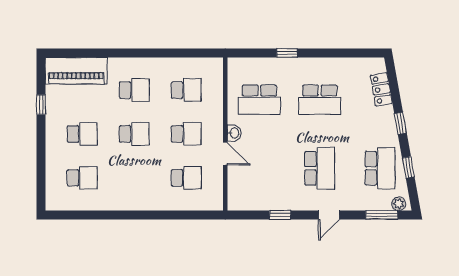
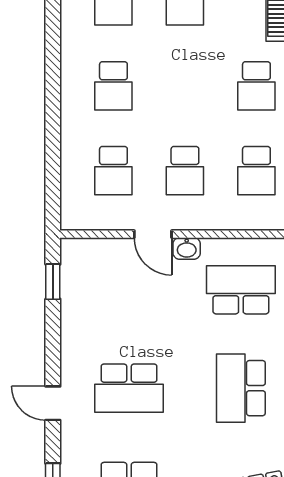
school desk: (259, 100) -> (241, 290), turned 90
school desk: (134, 134) -> (113, 86), moved
door: (225, 154) -> (153, 234), hinge flipped
window: (280, 215) -> (53, 282), moved

